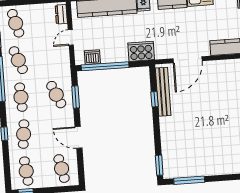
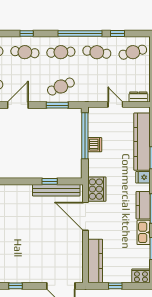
cooker: (141, 51) -> (97, 189), moved
dishwasher: (92, 57) -> (95, 145), moved
cafe table: (18, 60) -> (97, 52), turned 30

